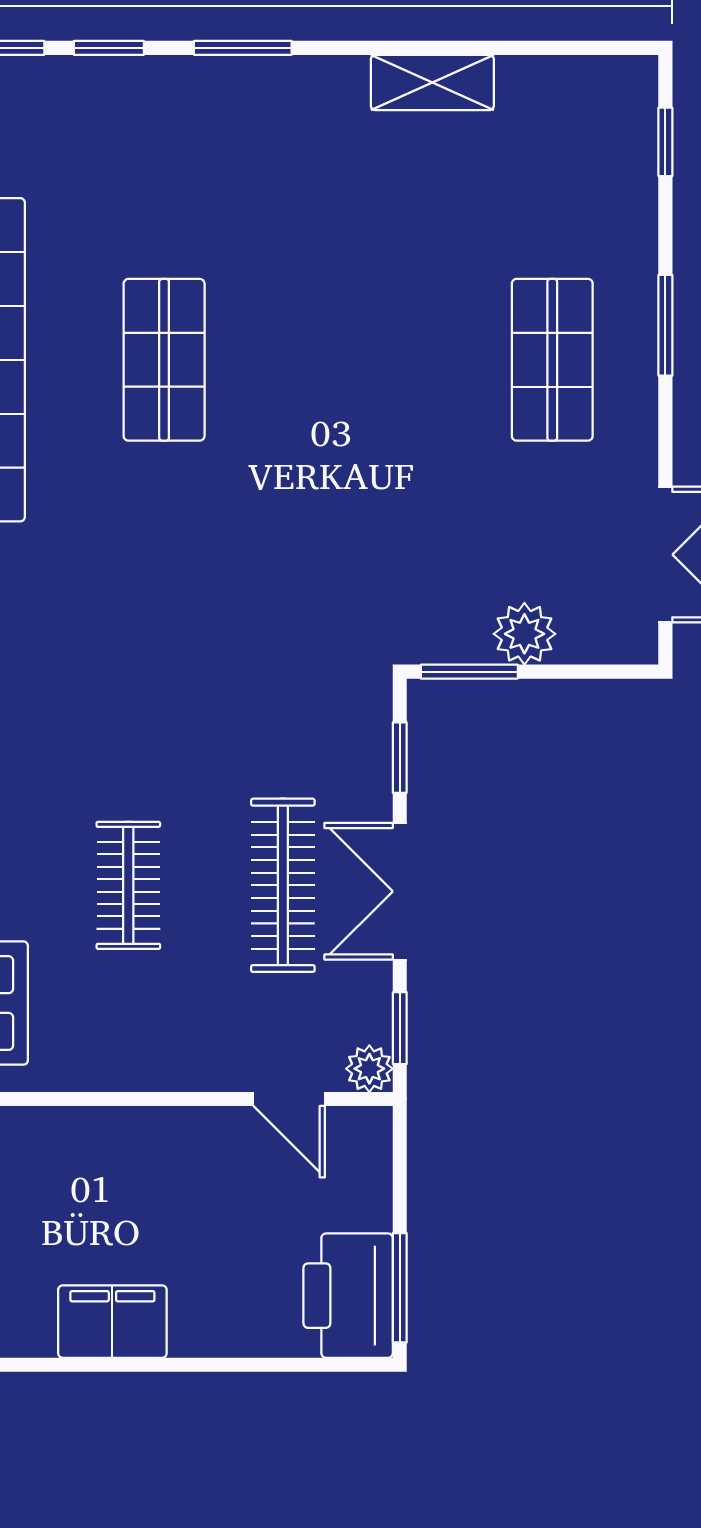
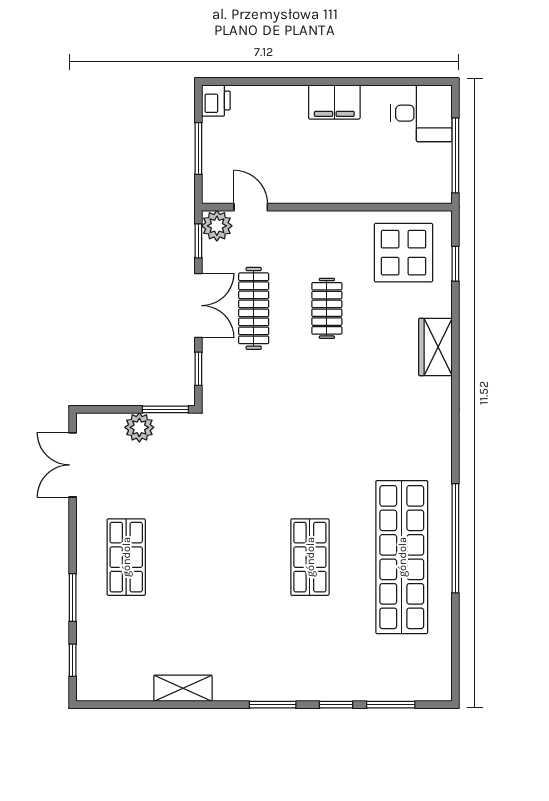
window: (665, 325) -> (73, 598), moved
plant: (369, 1069) -> (217, 226), width x1.38, depth x1.38
window: (400, 1288) -> (198, 148), moved
printer: (348, 1296) -> (216, 100), width x0.53, depth x0.68

